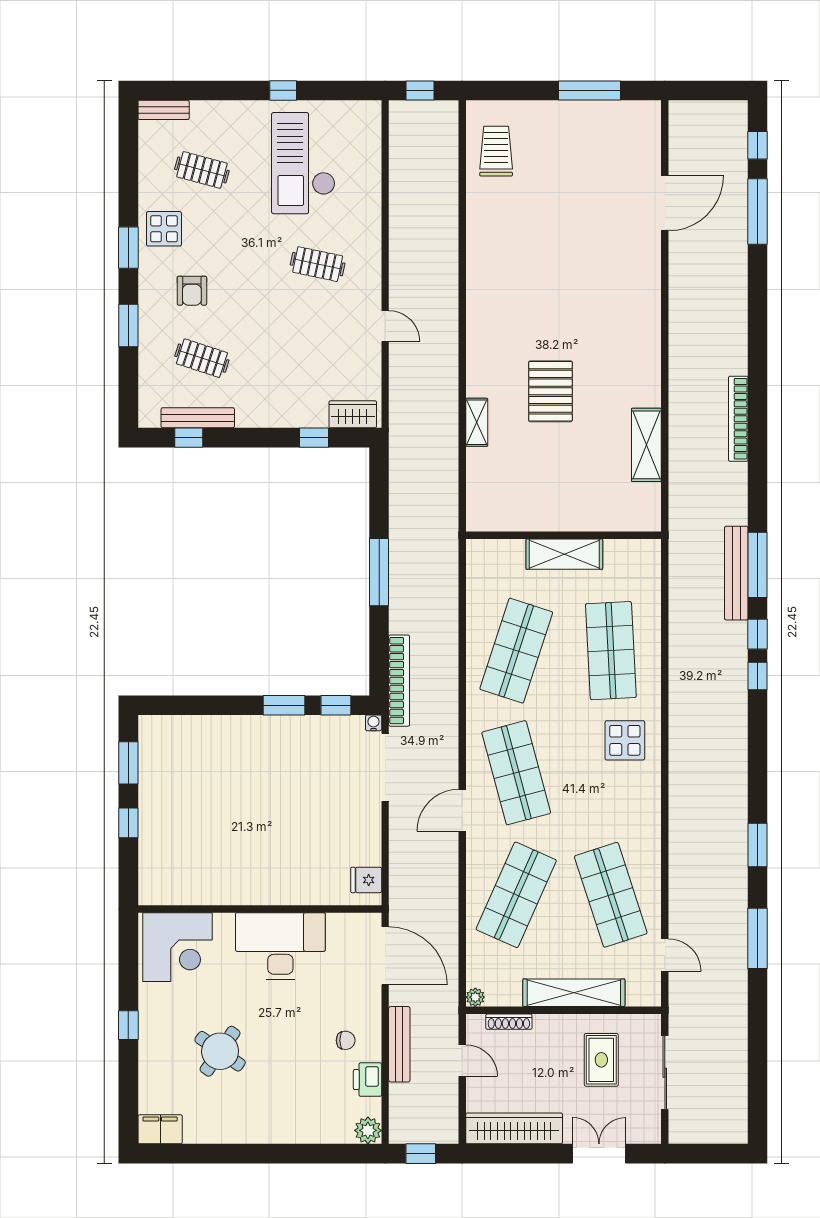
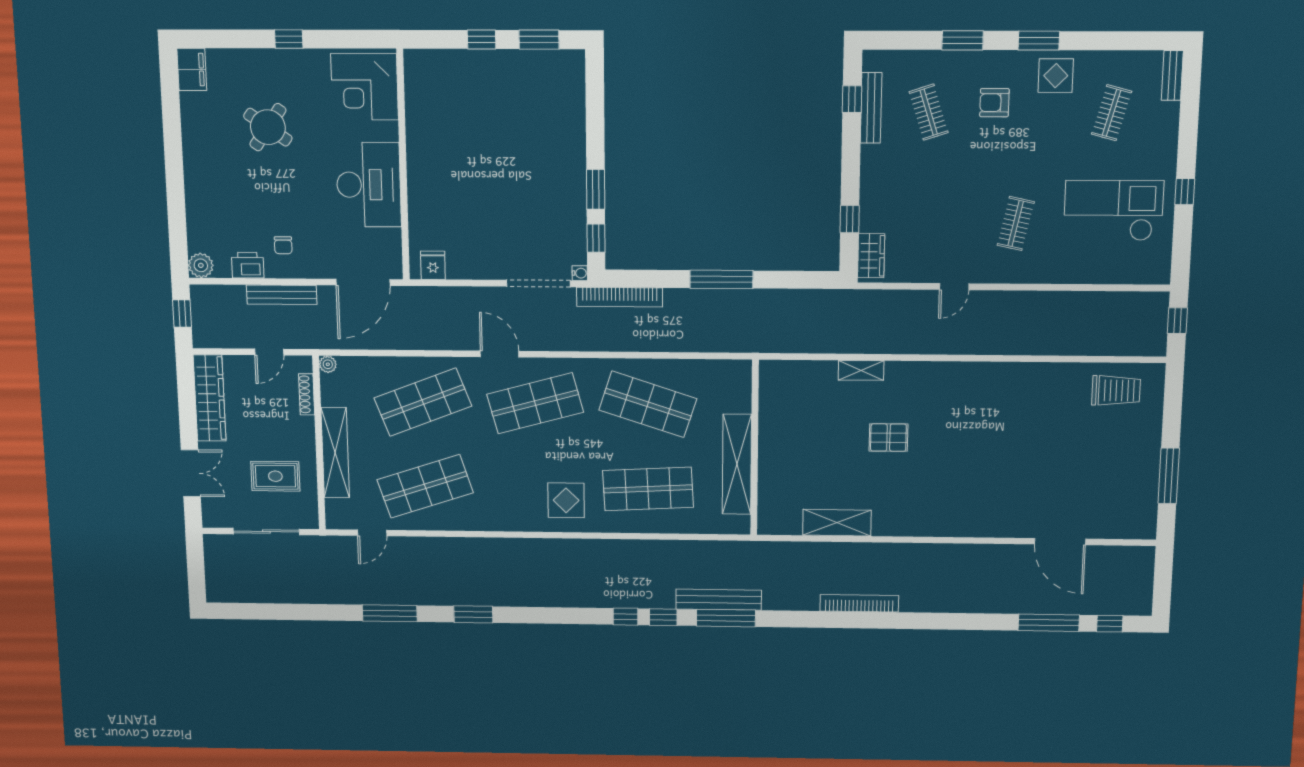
clothes rail: (202, 358) -> (929, 112), turned -36
pallet: (550, 391) -> (888, 438), width x0.67, depth x0.71
shelving: (564, 554) -> (737, 464), width x1.47
shop shelf: (516, 895) -> (423, 402), turned -45

